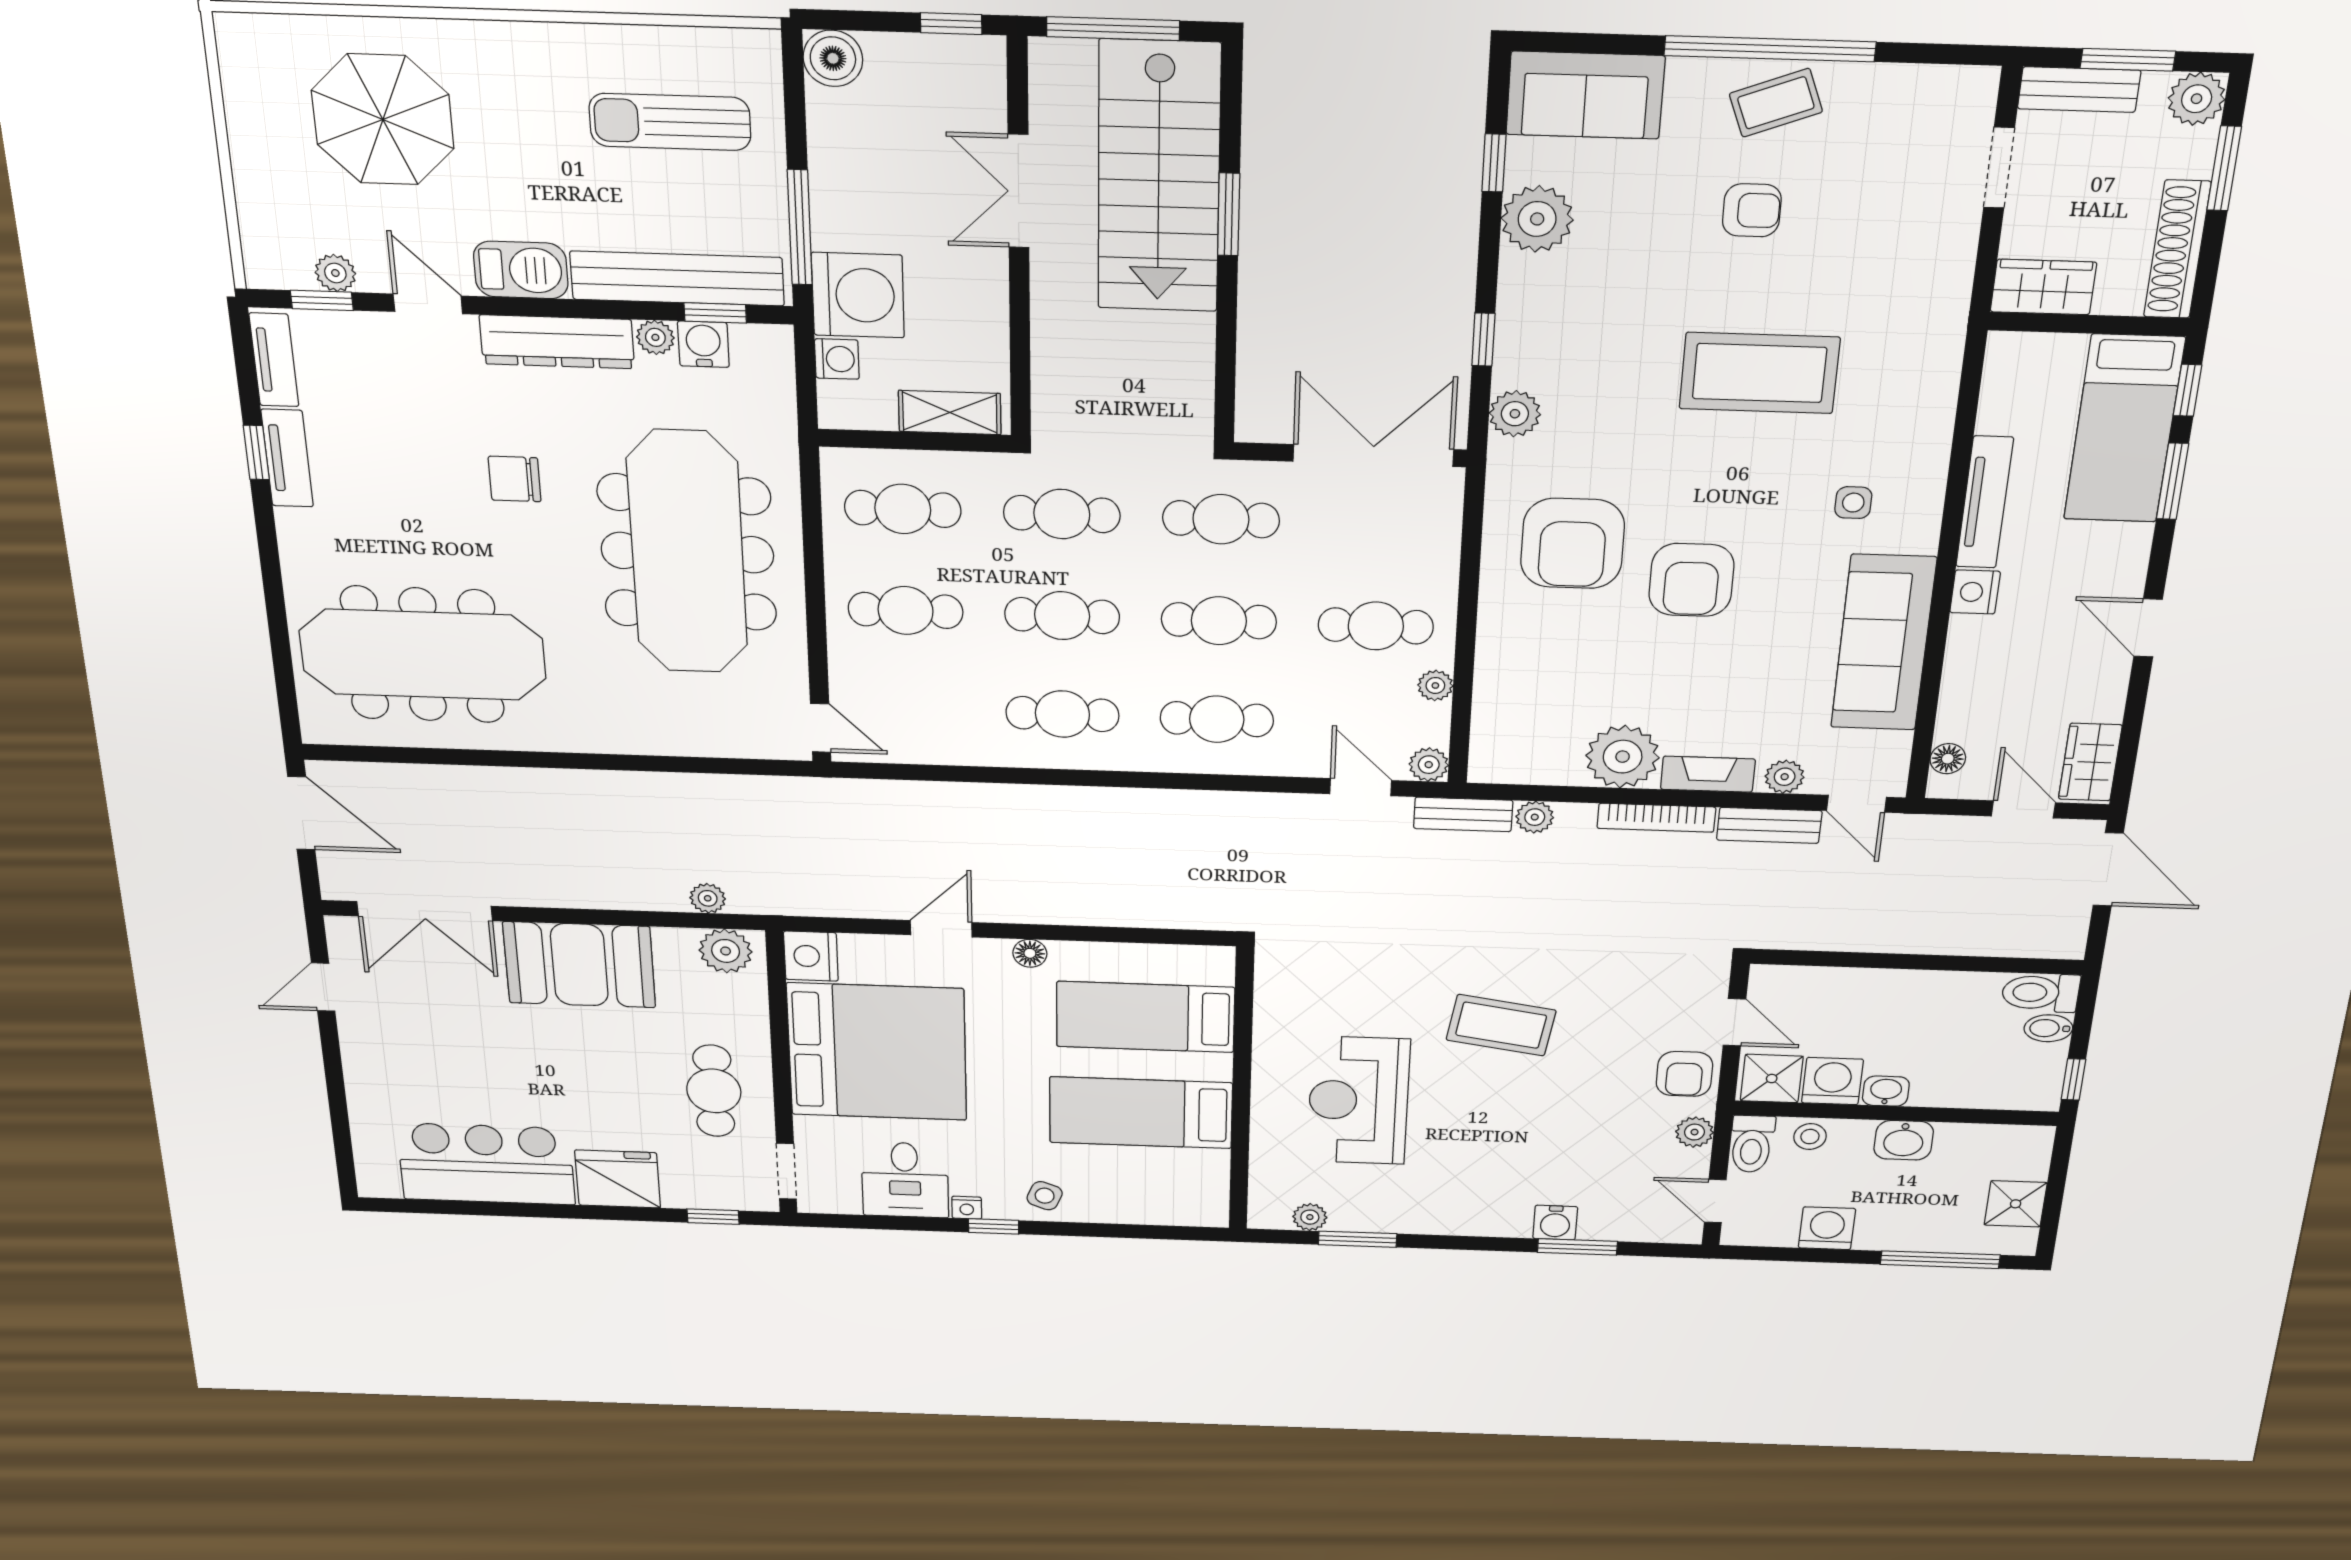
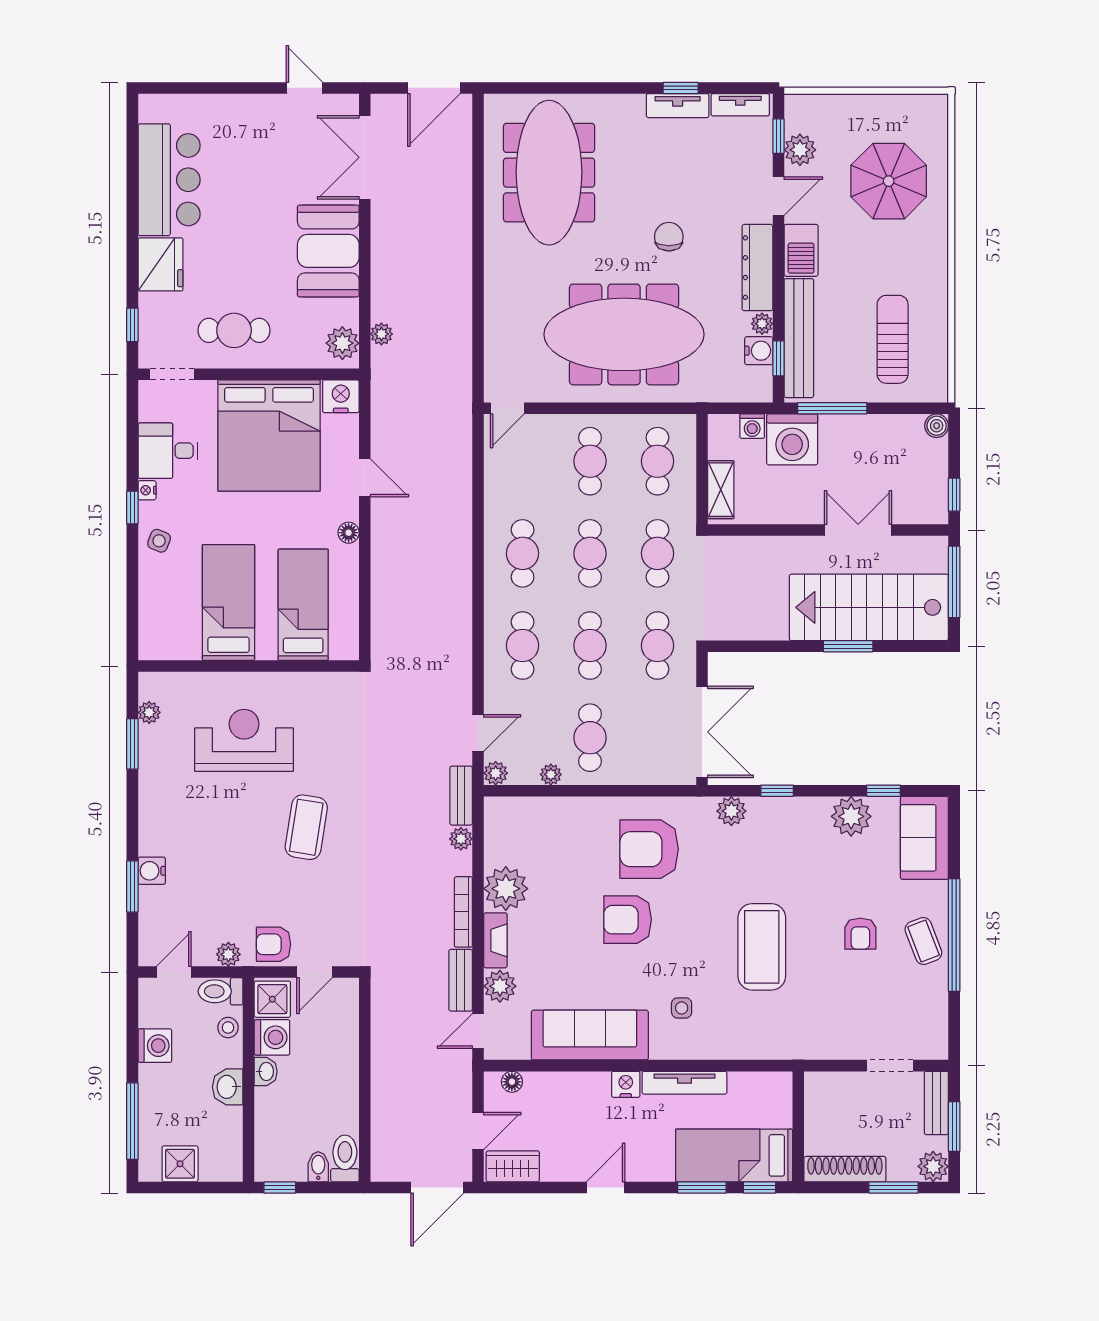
boiler: (833, 58) -> (937, 426), width x0.73, depth x0.73
plant: (335, 273) -> (800, 150), width x1.38, depth x1.38
wardrobe: (2043, 287) -> (820, 1099), removed
plant: (1785, 777) -> (500, 986), width x1.38, depth x1.38

